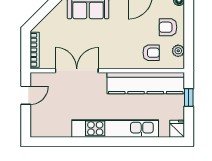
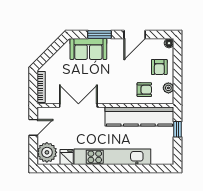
armchair: (168, 27) -> (159, 67), turned -90
plant: (41, 123) -> (47, 152), added
fridge: (177, 129) -> (67, 157), moved

